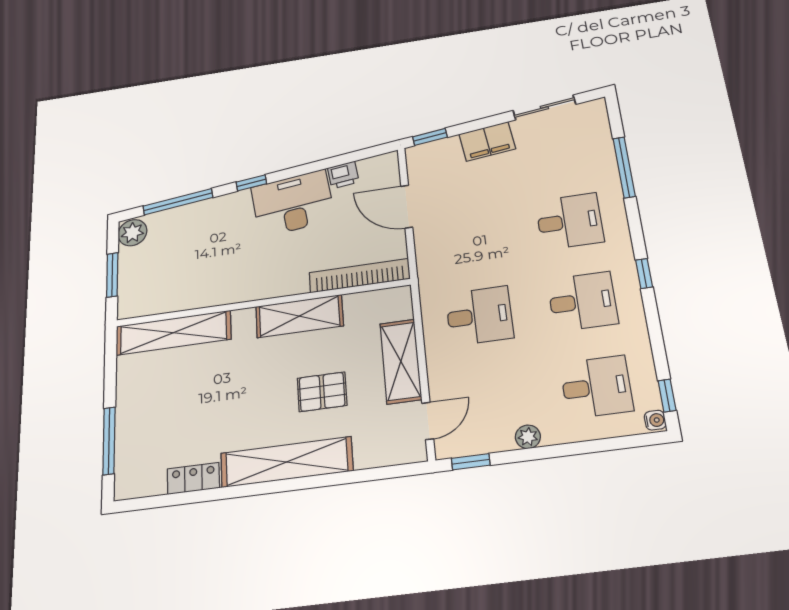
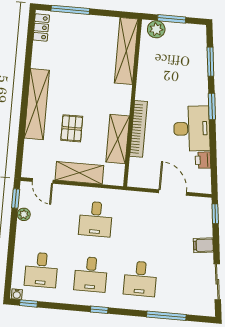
filing cabinet: (487, 141) -> (203, 245), width x0.50
window: (251, 183) -> (212, 106), width x1.50
window: (178, 202) -> (210, 62), width x0.69
door: (407, 207) -> (173, 192), hinge flipped
plant: (132, 233) -> (156, 29), moved
bookcase: (359, 276) -> (138, 129), moved
shelving: (299, 316) -> (118, 139), moved
plant: (528, 437) -> (24, 214), moved
locker: (193, 478) -> (41, 28), moved

